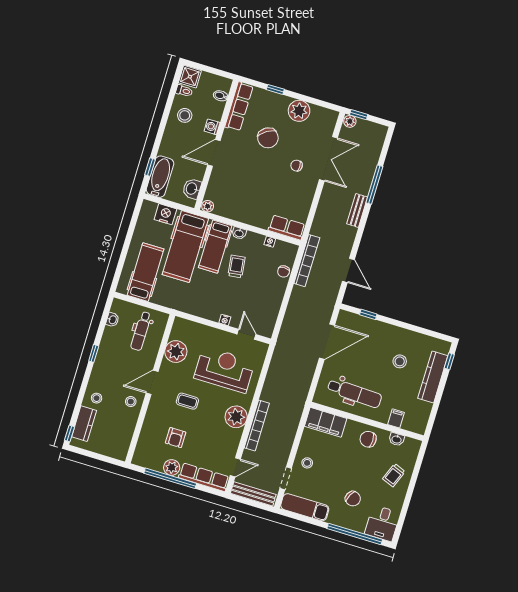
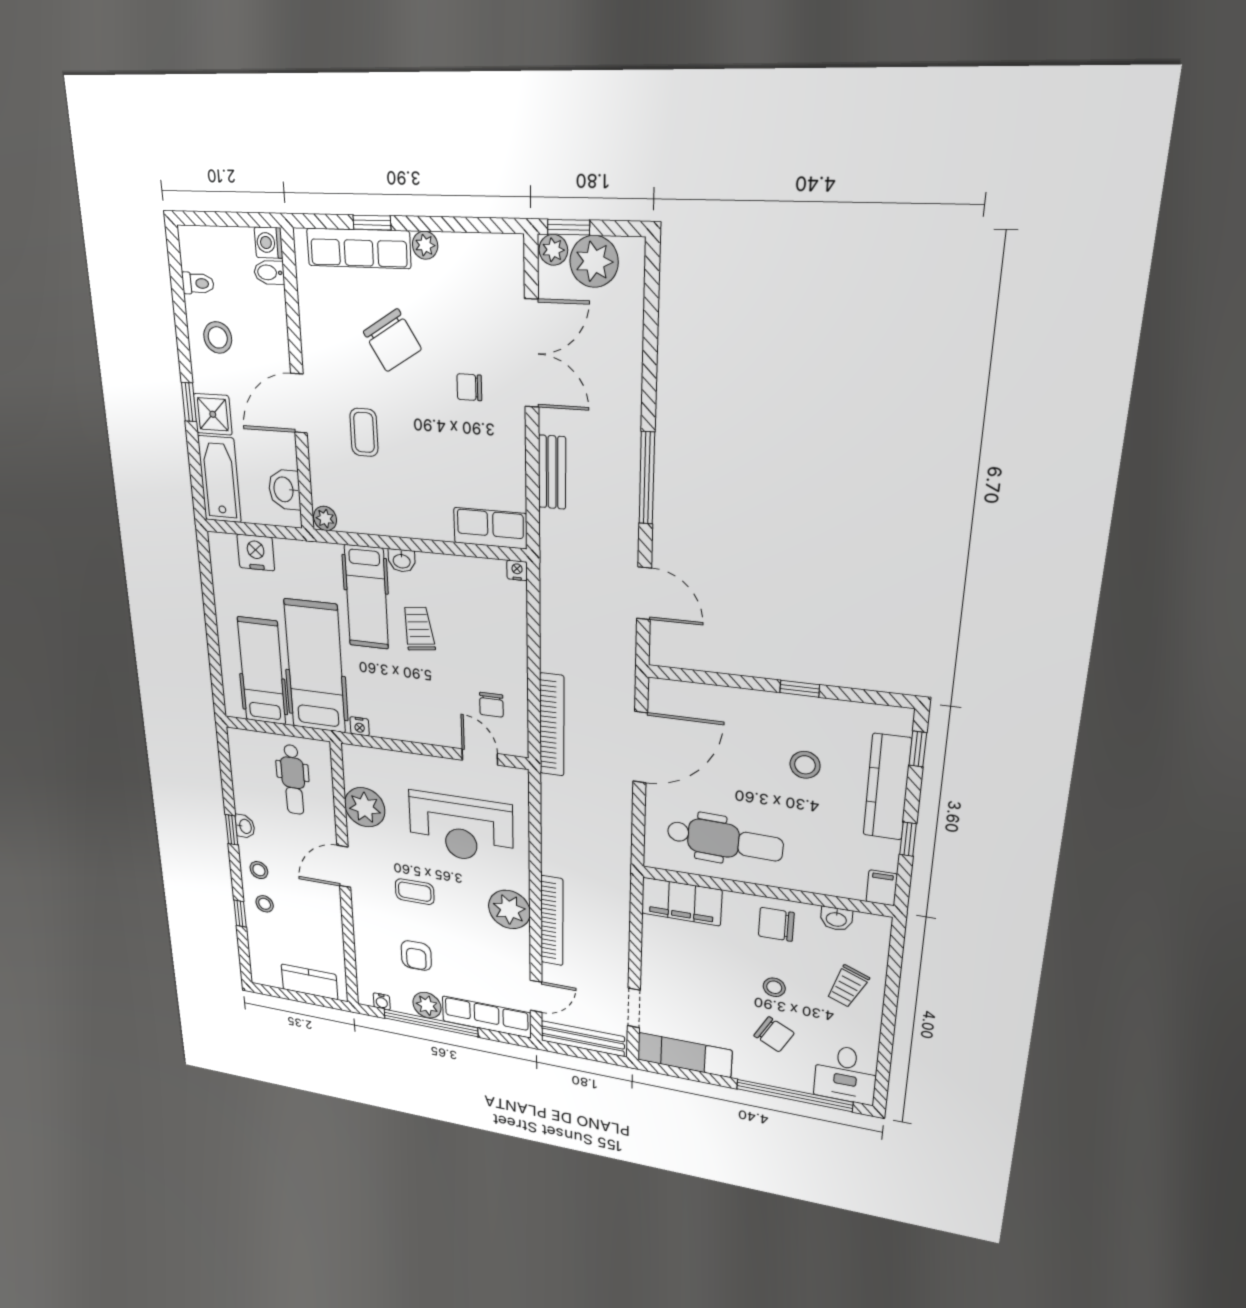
shower: (190, 77) -> (213, 414), moved
row of seats: (239, 106) -> (359, 248), moved, turned 90
plant: (299, 111) -> (425, 245), width x0.53, depth x0.53
washing machine: (212, 127) -> (269, 243), moved
plant: (365, 130) -> (594, 262), added
window: (150, 167) -> (189, 402), moved
coffee table: (241, 173) -> (364, 432), added
window: (374, 185) -> (647, 478), moved
bench: (357, 210) -> (552, 472), moved
nightstand: (270, 242) -> (517, 570), moved
hospital bed: (185, 247) -> (315, 666), moved, turned 180
bookcase: (307, 261) -> (552, 725), moved
chair: (284, 271) -> (491, 705), moved
window: (368, 314) -> (800, 689), moved
washbasin: (112, 320) -> (245, 826), moved
nightstand: (225, 320) -> (360, 726), moved
reception desk: (224, 370) -> (461, 828), turned 180
stool: (131, 402) -> (259, 870), moved
window: (437, 403) -> (908, 839), added
filing cabinet: (396, 418) -> (882, 888), moved
kitchen counter: (84, 424) -> (309, 982), moved, turned -90
window: (70, 433) -> (240, 914), moved
water cooler: (146, 463) -> (382, 1001), added
stool: (307, 463) -> (774, 987), moved

